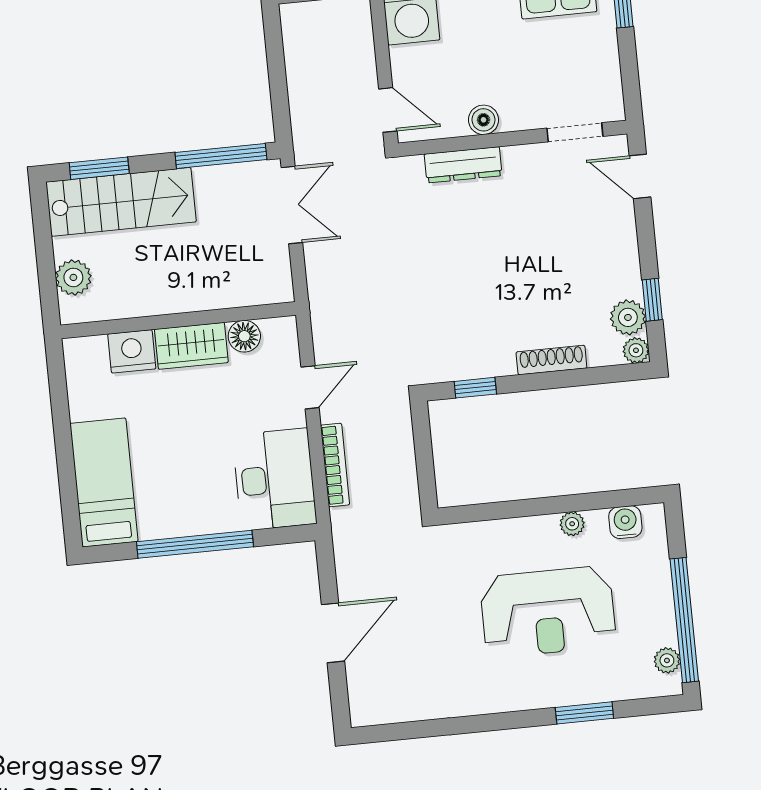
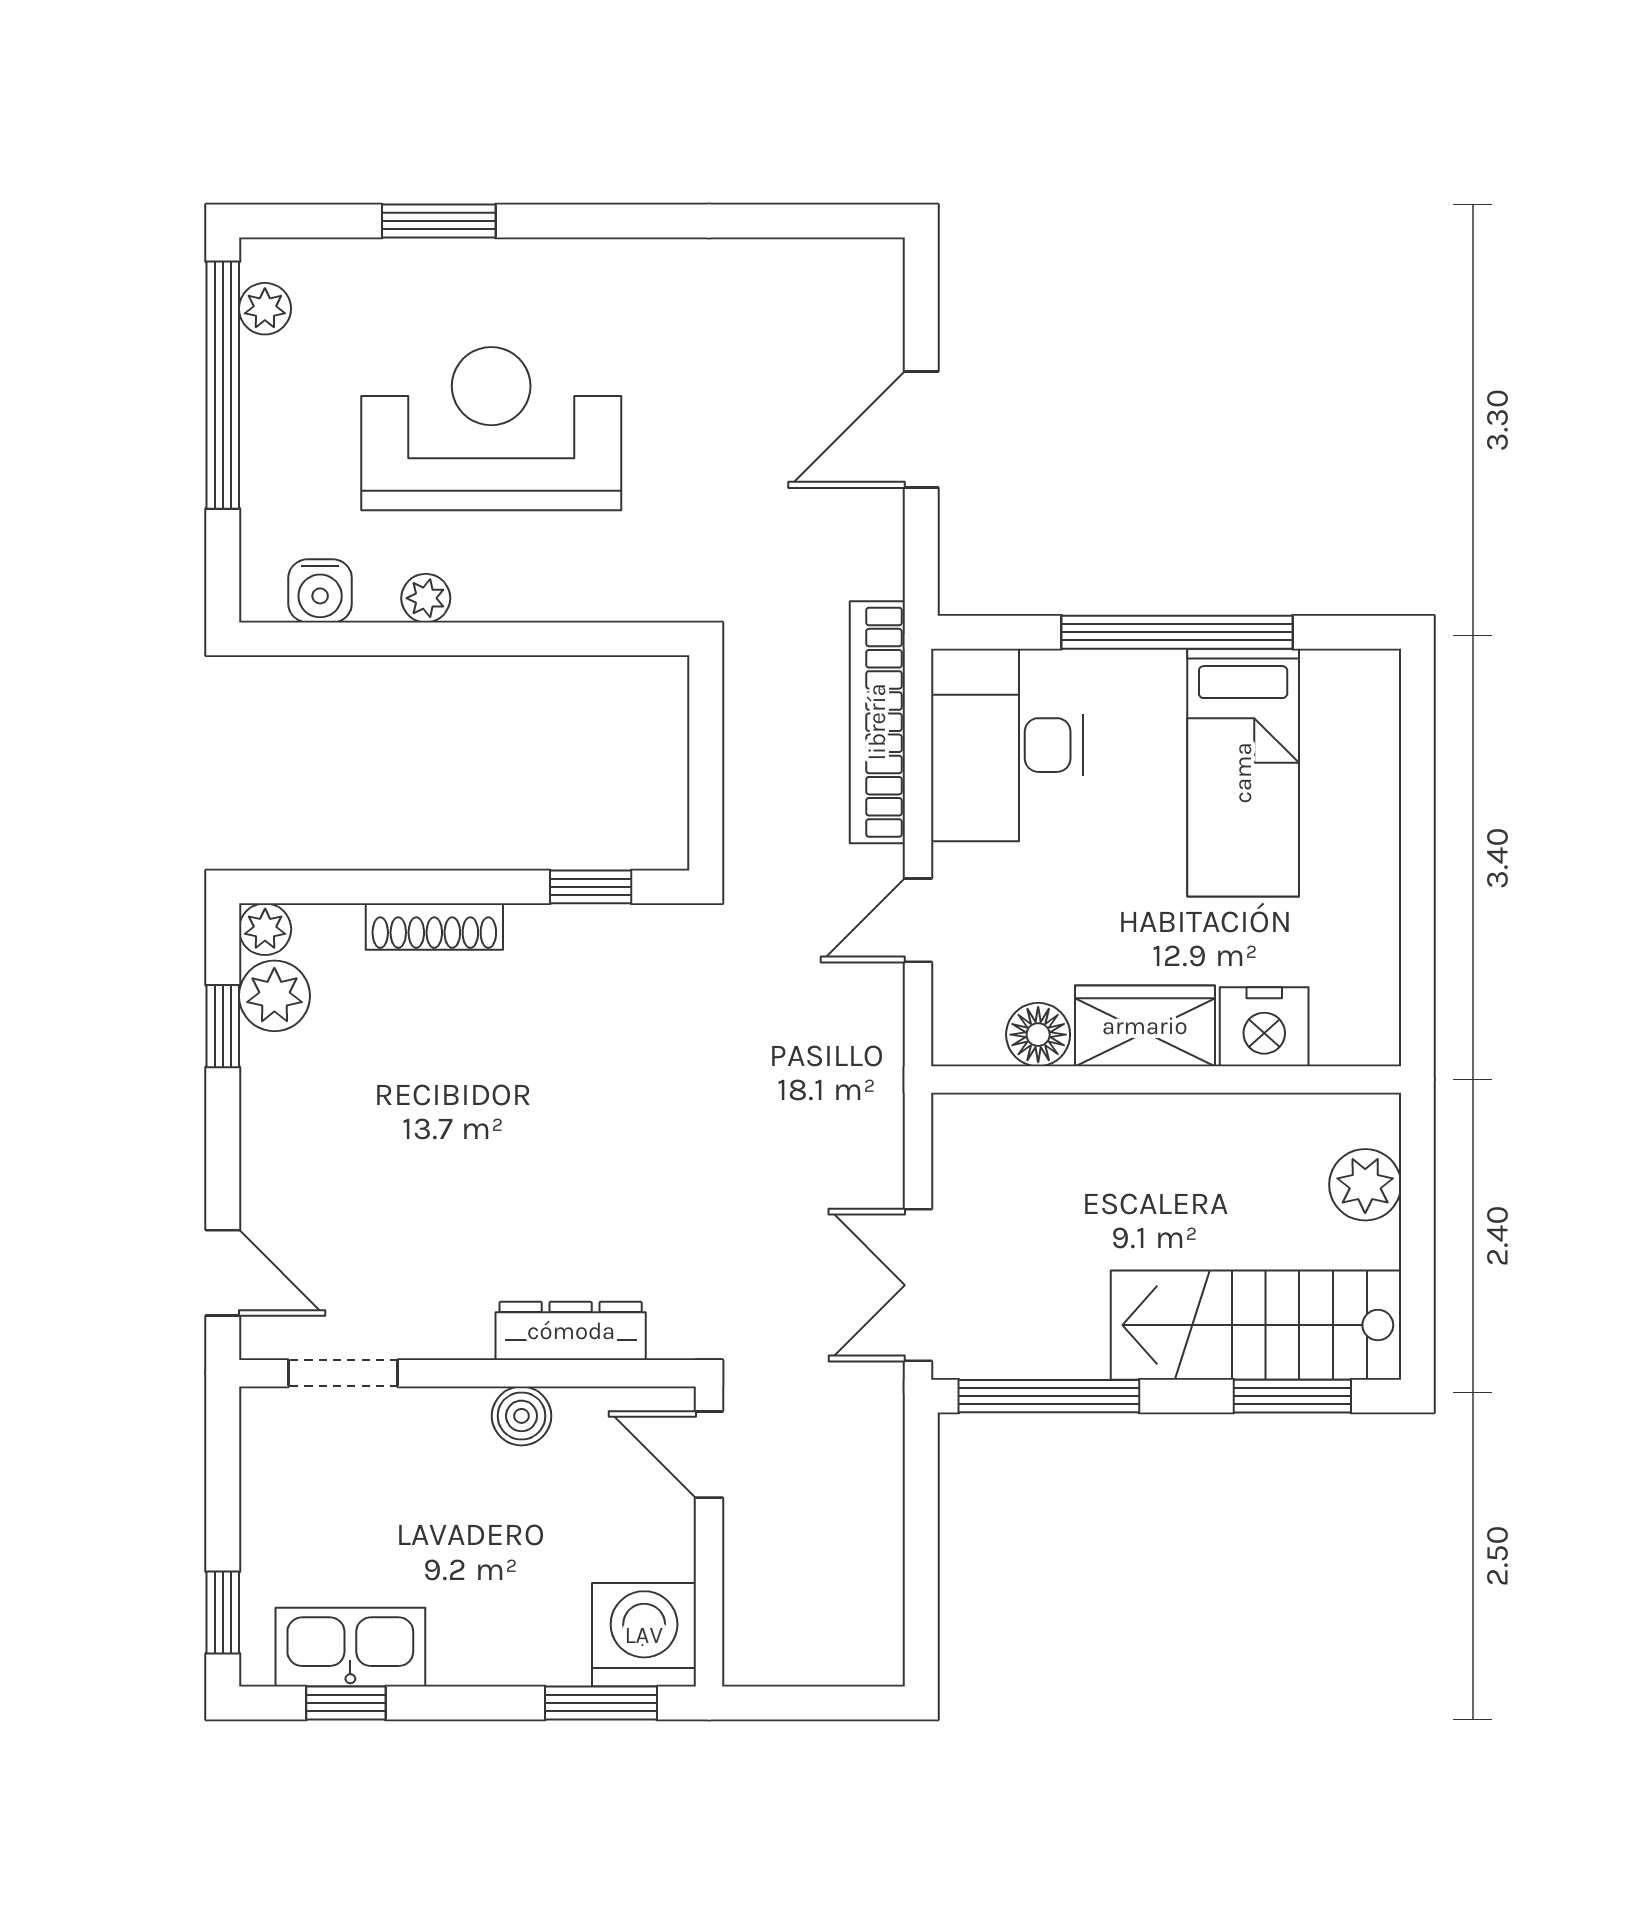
bookcase: (335, 465) -> (877, 722), width x1.48, depth x1.31
bed: (104, 482) -> (1243, 773), moved

